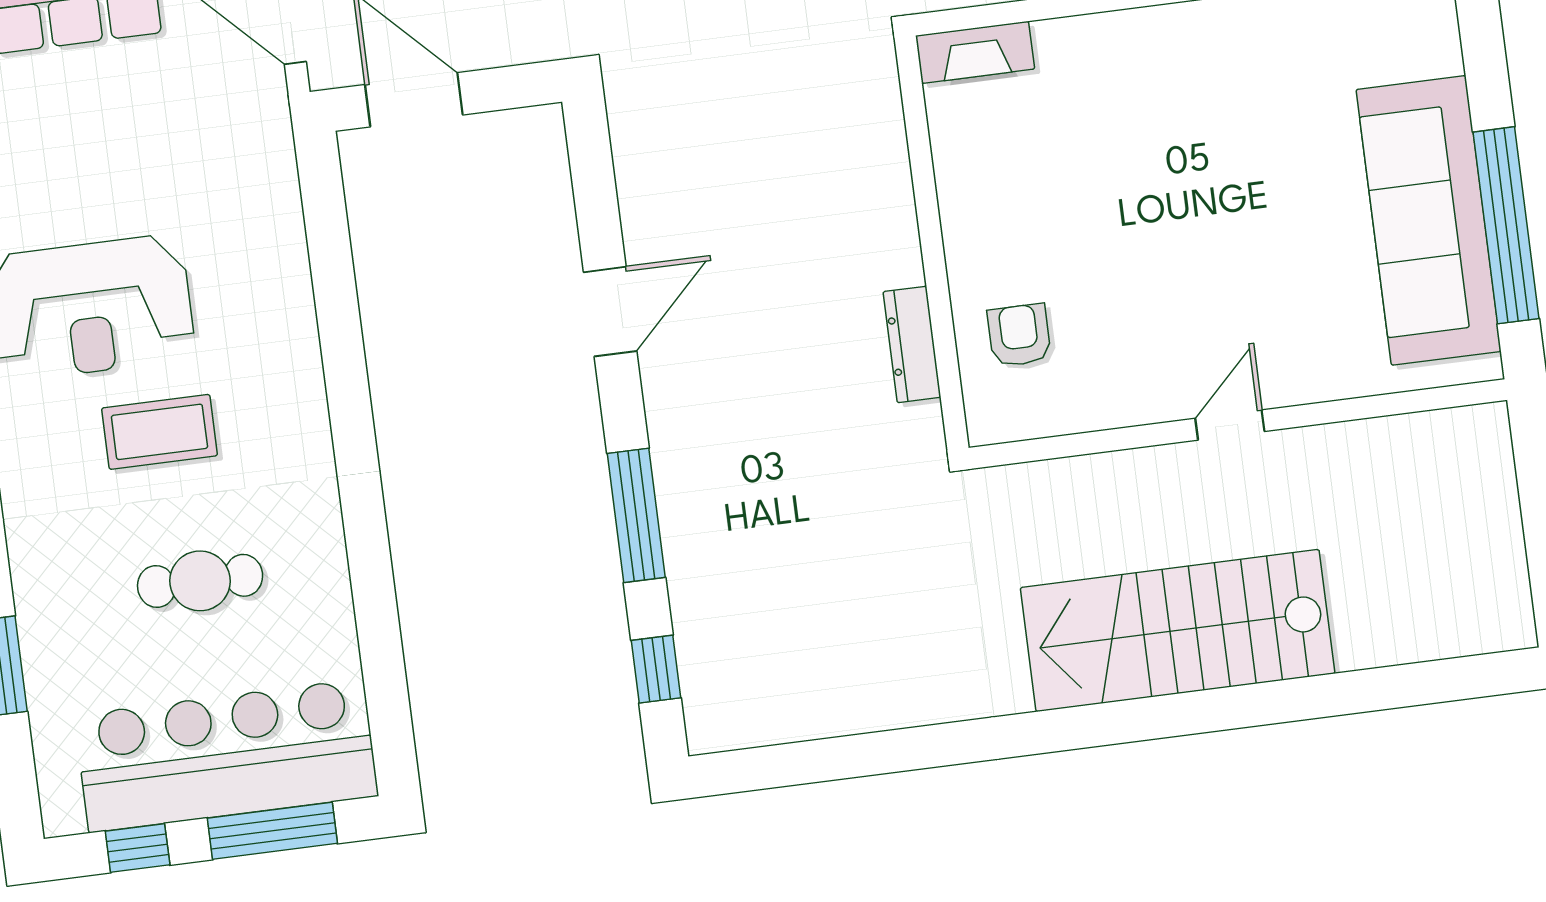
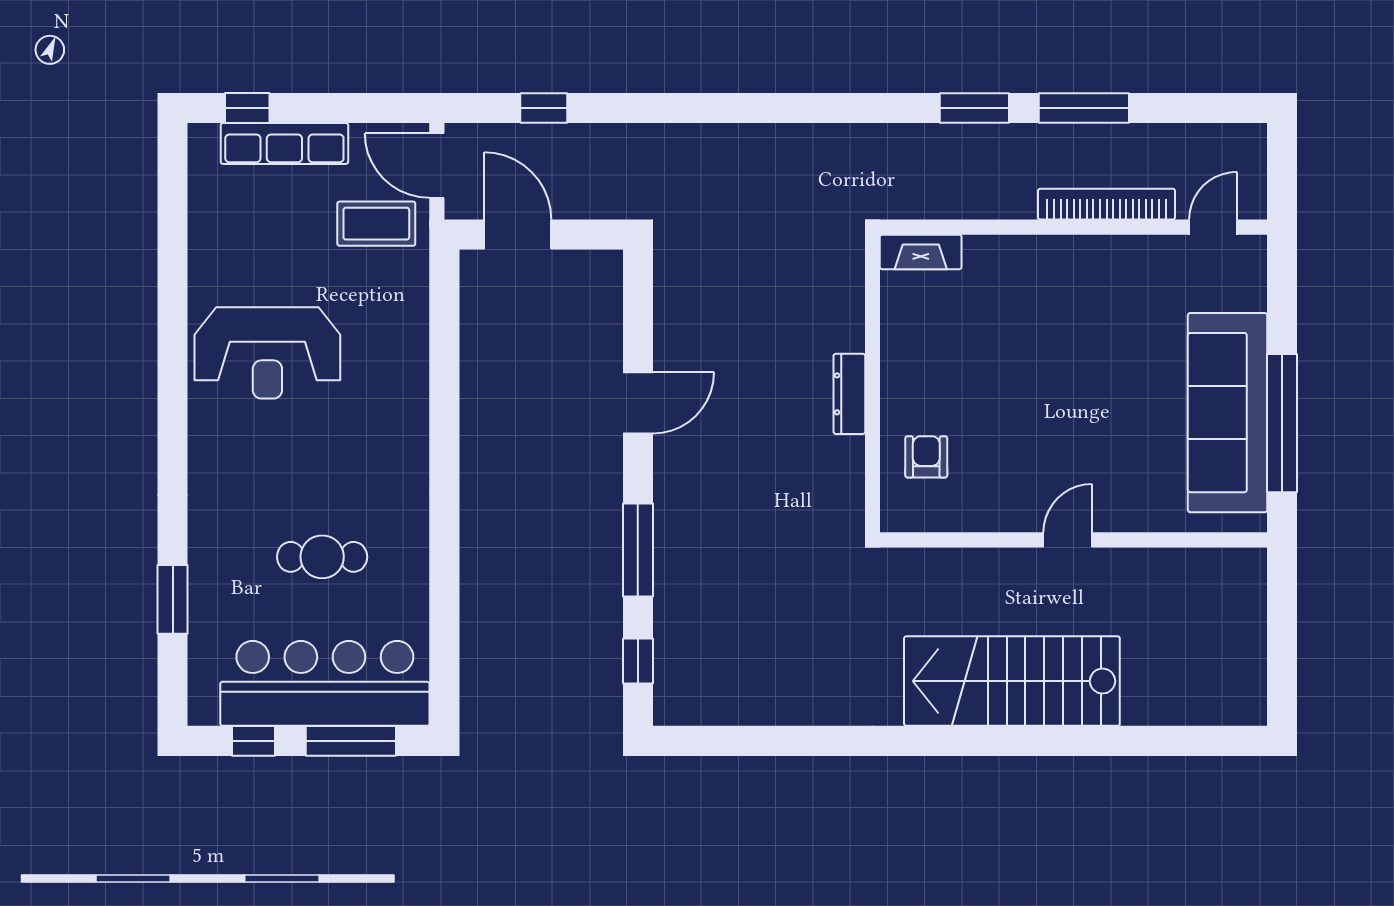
dresser: (912, 344) -> (849, 394), moved
coffee table: (159, 432) -> (376, 224), moved

